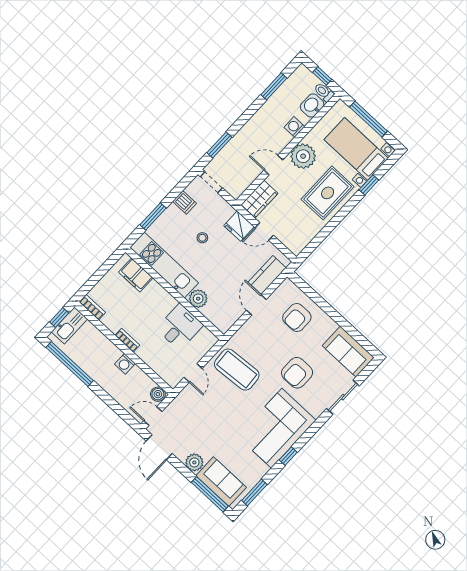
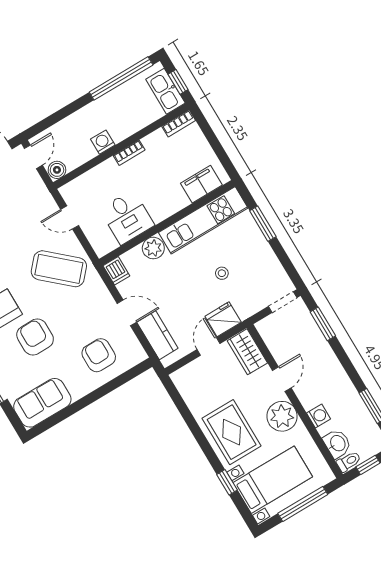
dishwasher: (185, 202) -> (116, 271), moved, turned -90
coffee table: (237, 370) -> (59, 269), turned 46

